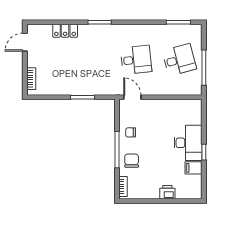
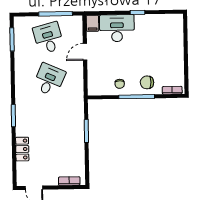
desk: (136, 60) -> (49, 80), turned 30
door: (132, 97) -> (85, 52), moved
desk: (188, 143) -> (117, 28), moved
filing cabinet: (194, 168) -> (93, 23), moved
printer: (167, 192) -> (177, 47), removed

